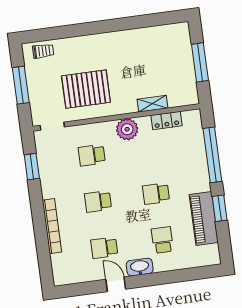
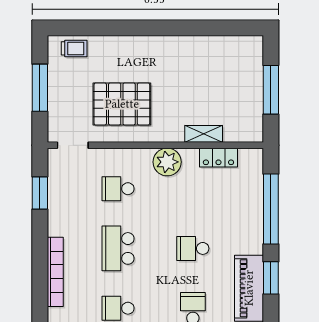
school desk: (98, 201) -> (118, 248), width x1.85

